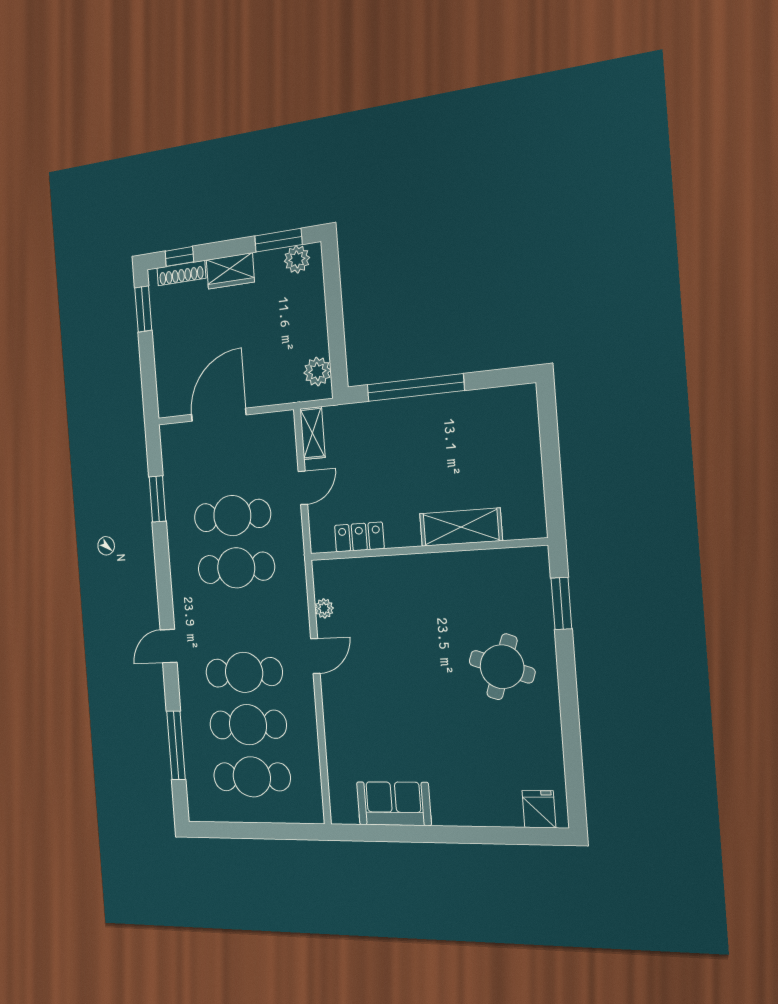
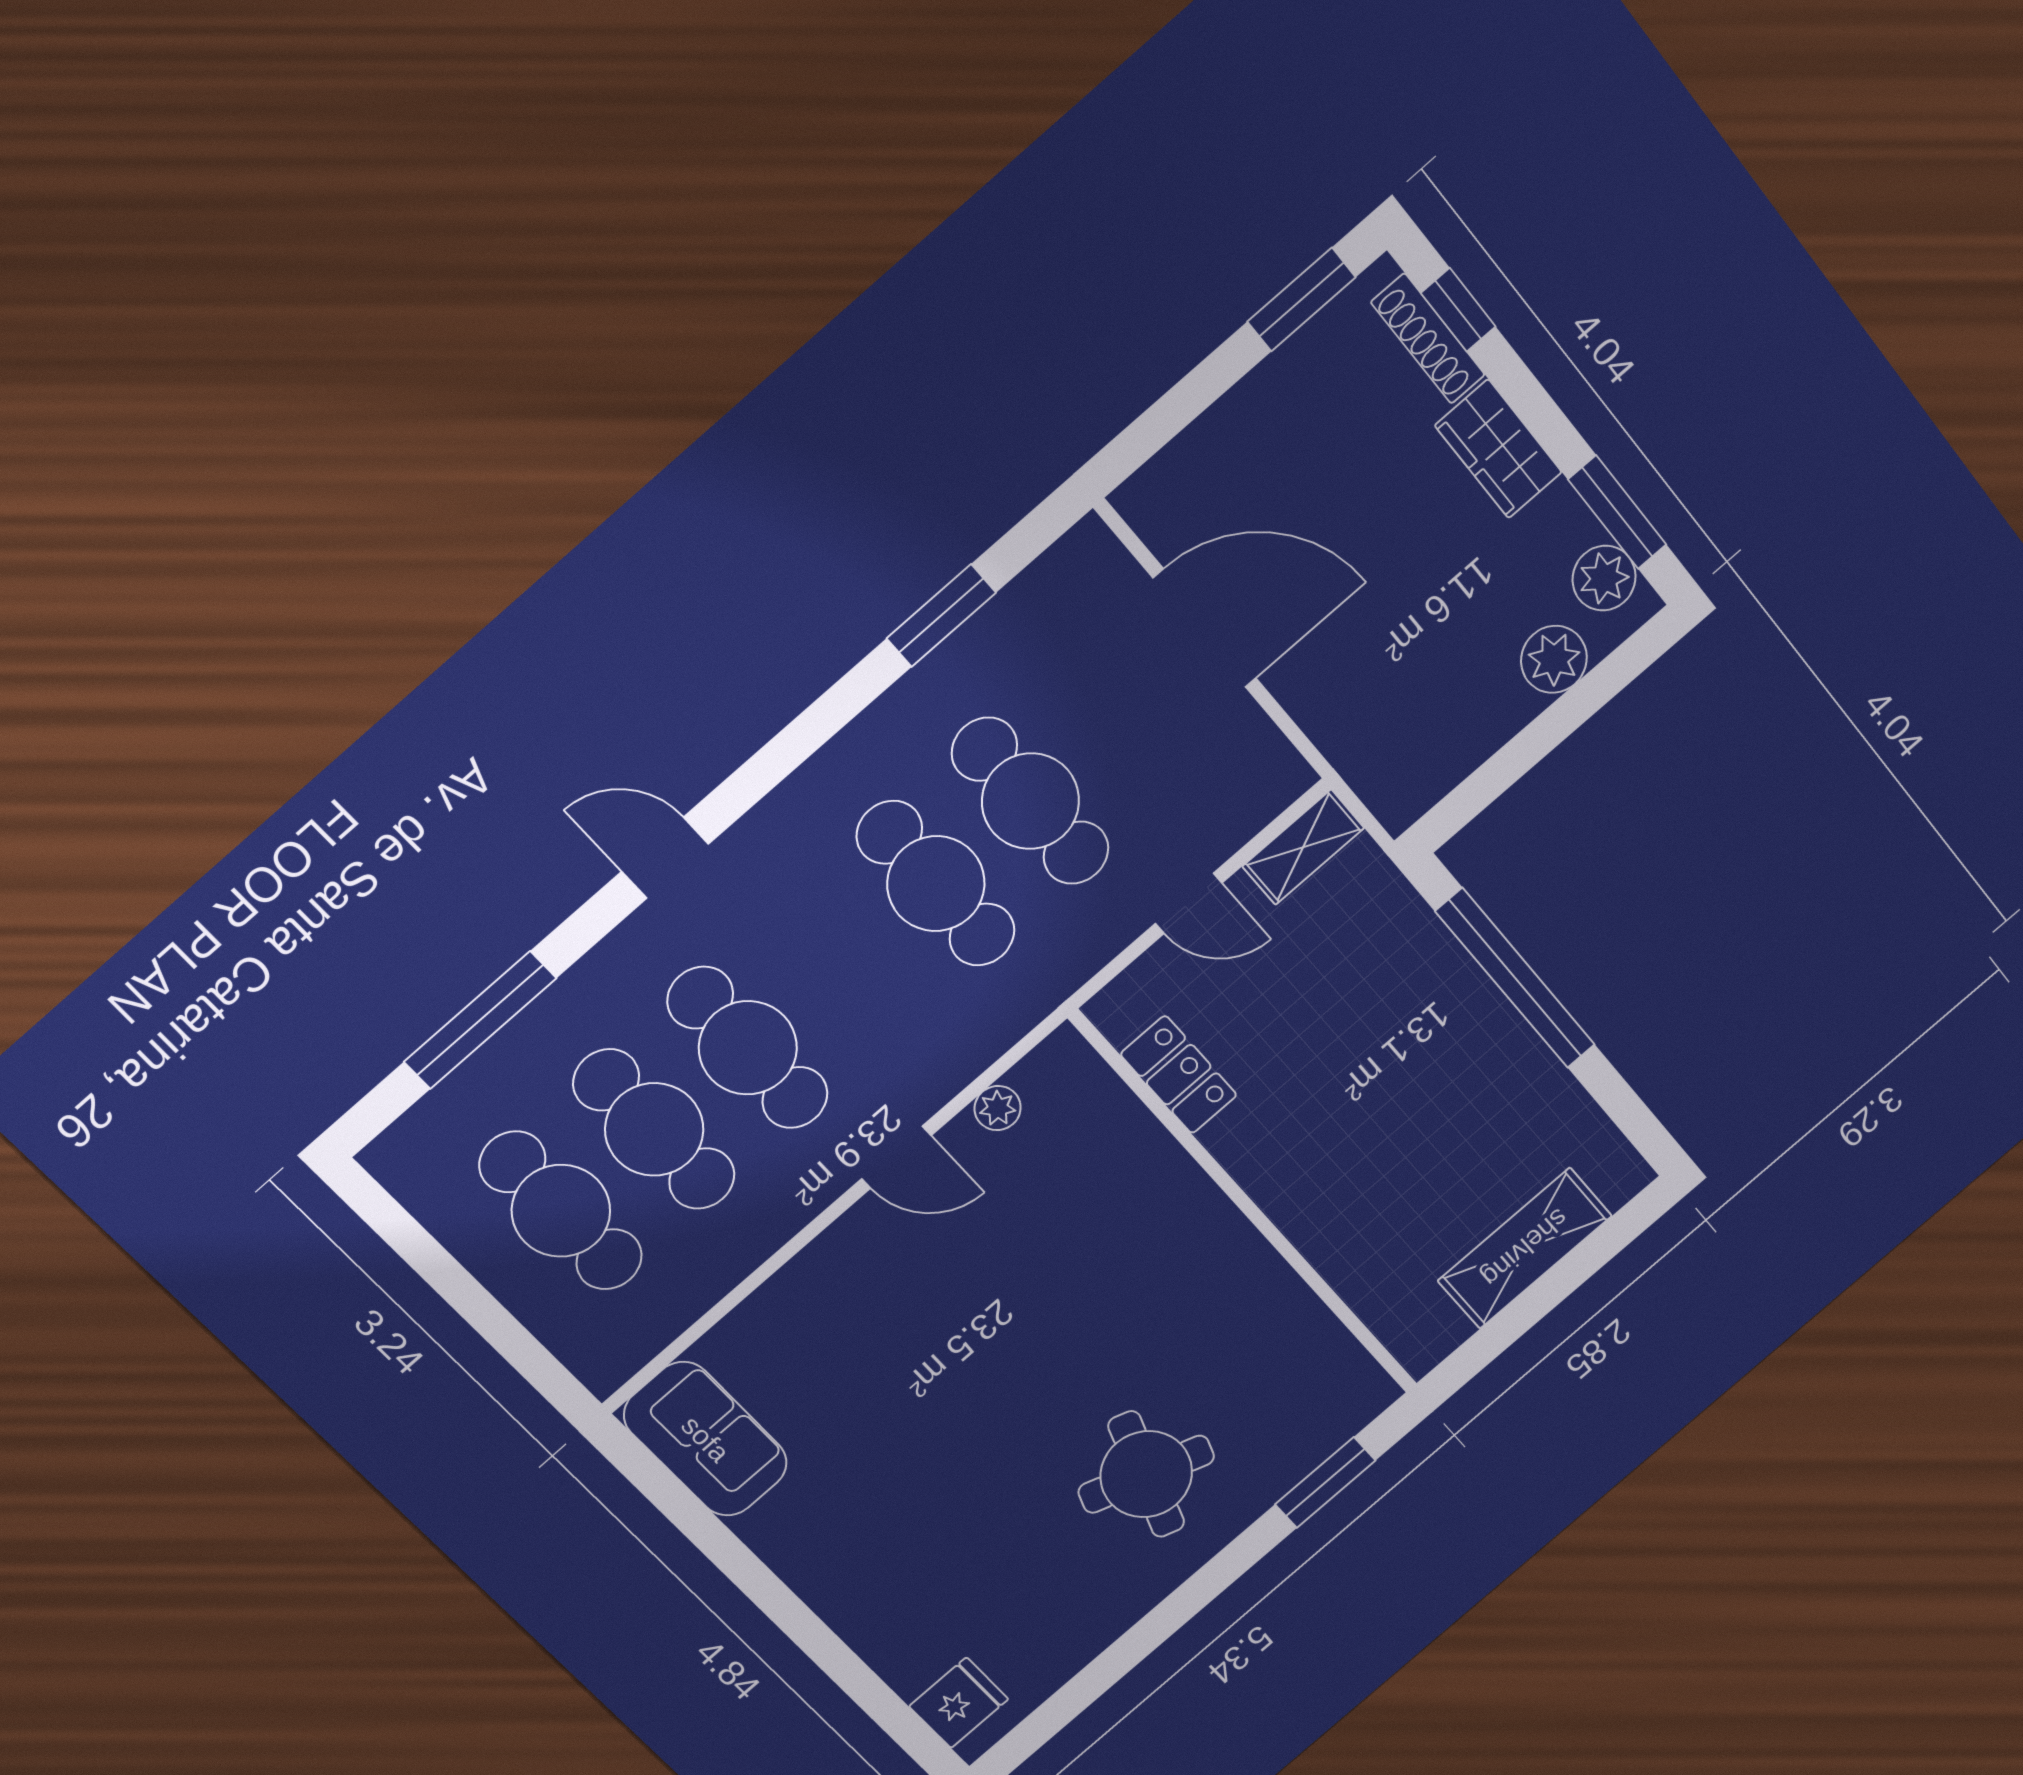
plant: (317, 372) -> (1554, 659), moved
shelving: (461, 527) -> (1525, 1248), moved, turned 90
sofa: (394, 804) -> (706, 1439), moved

